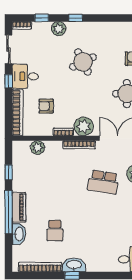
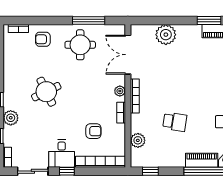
armchair: (46, 106) -> (93, 131), turned -90
plant: (84, 126) -> (120, 91), width x0.53, depth x0.53
window: (9, 172) -> (150, 171), moved
school desk: (103, 182) -> (175, 122), moved, width x0.54

